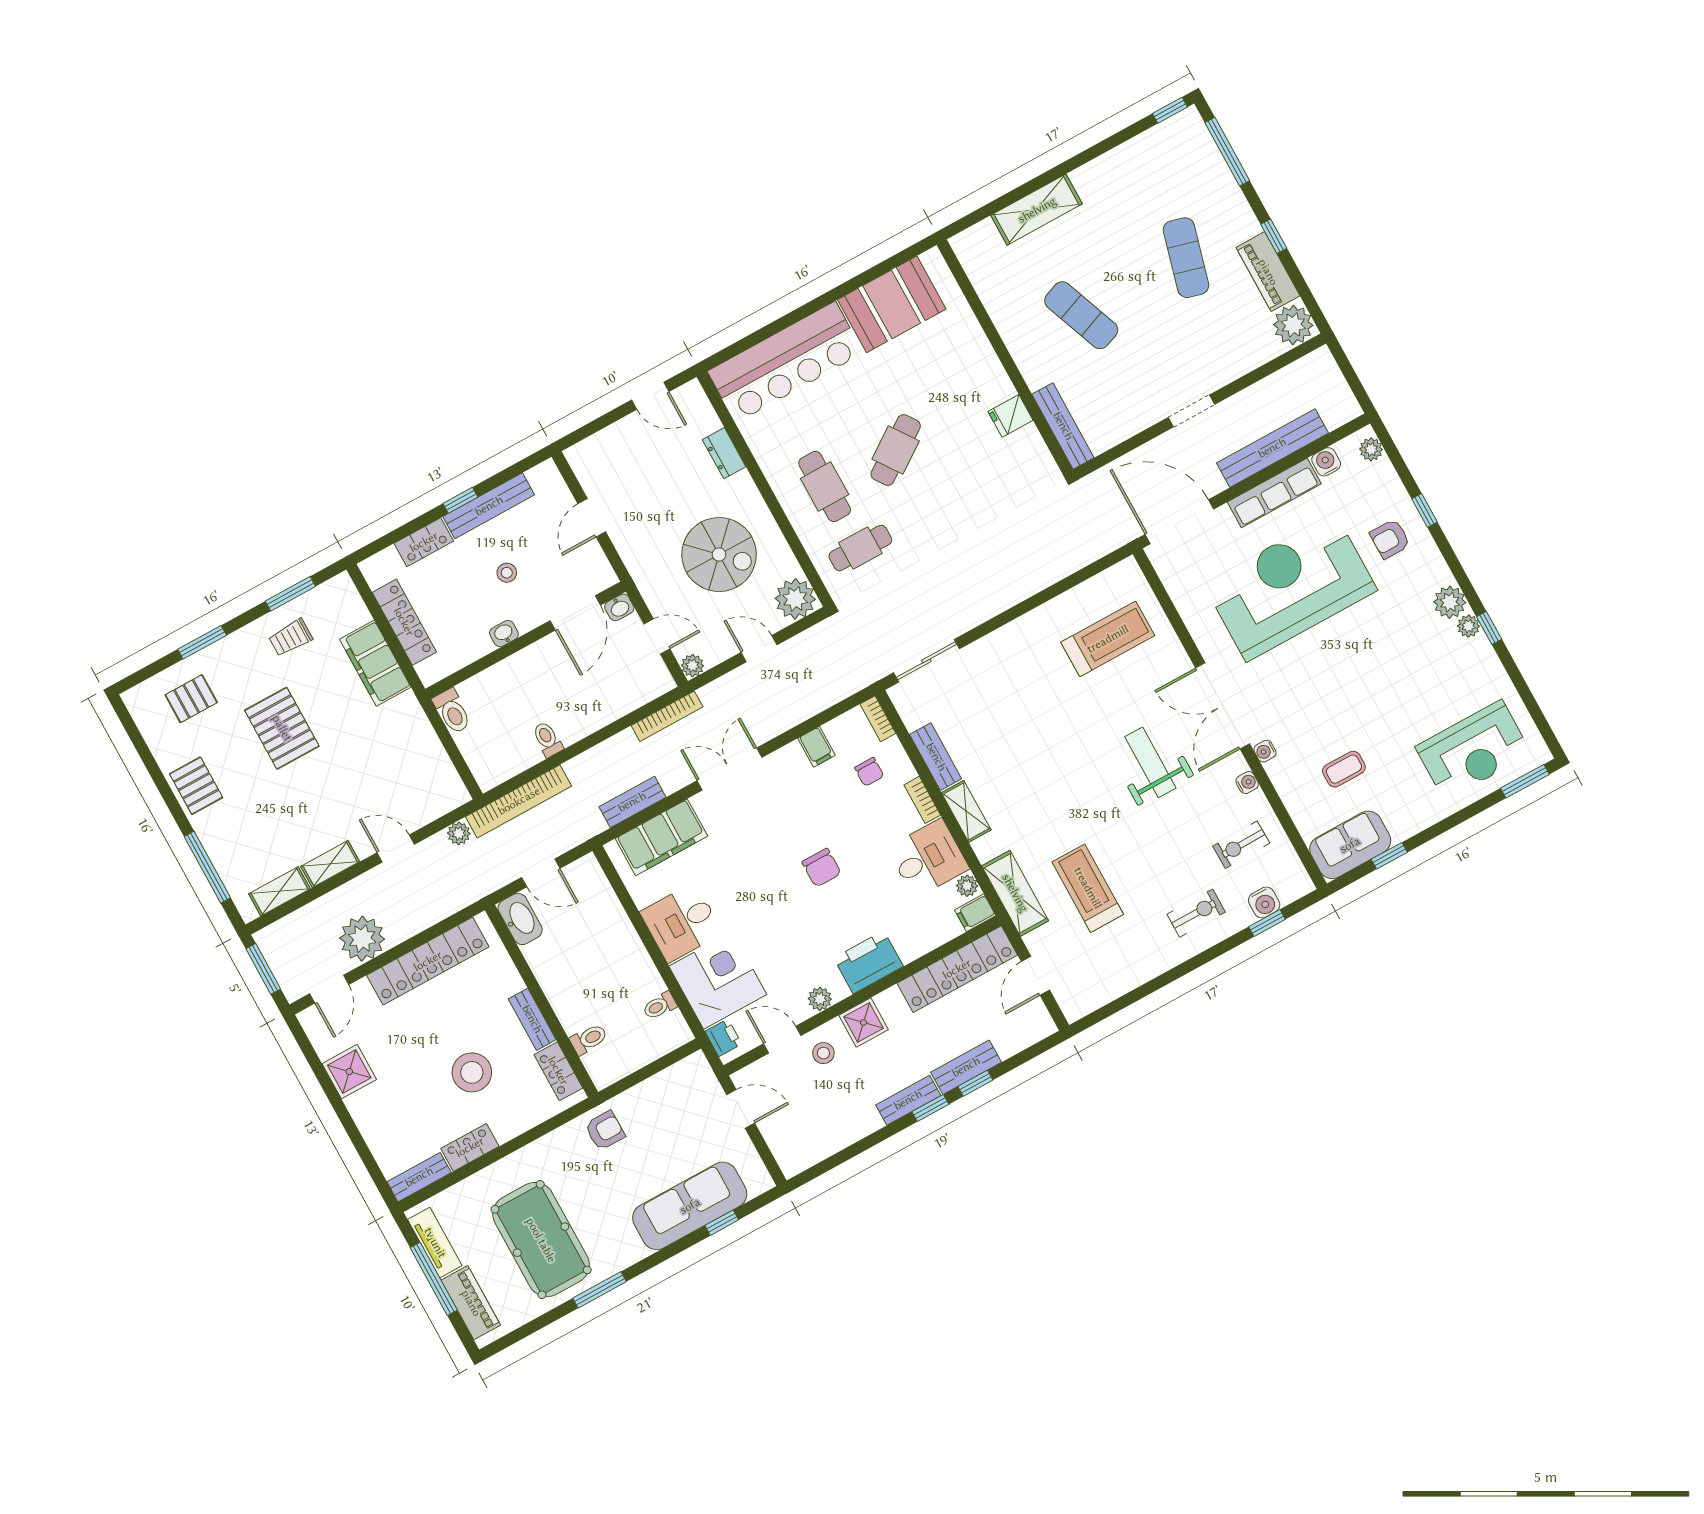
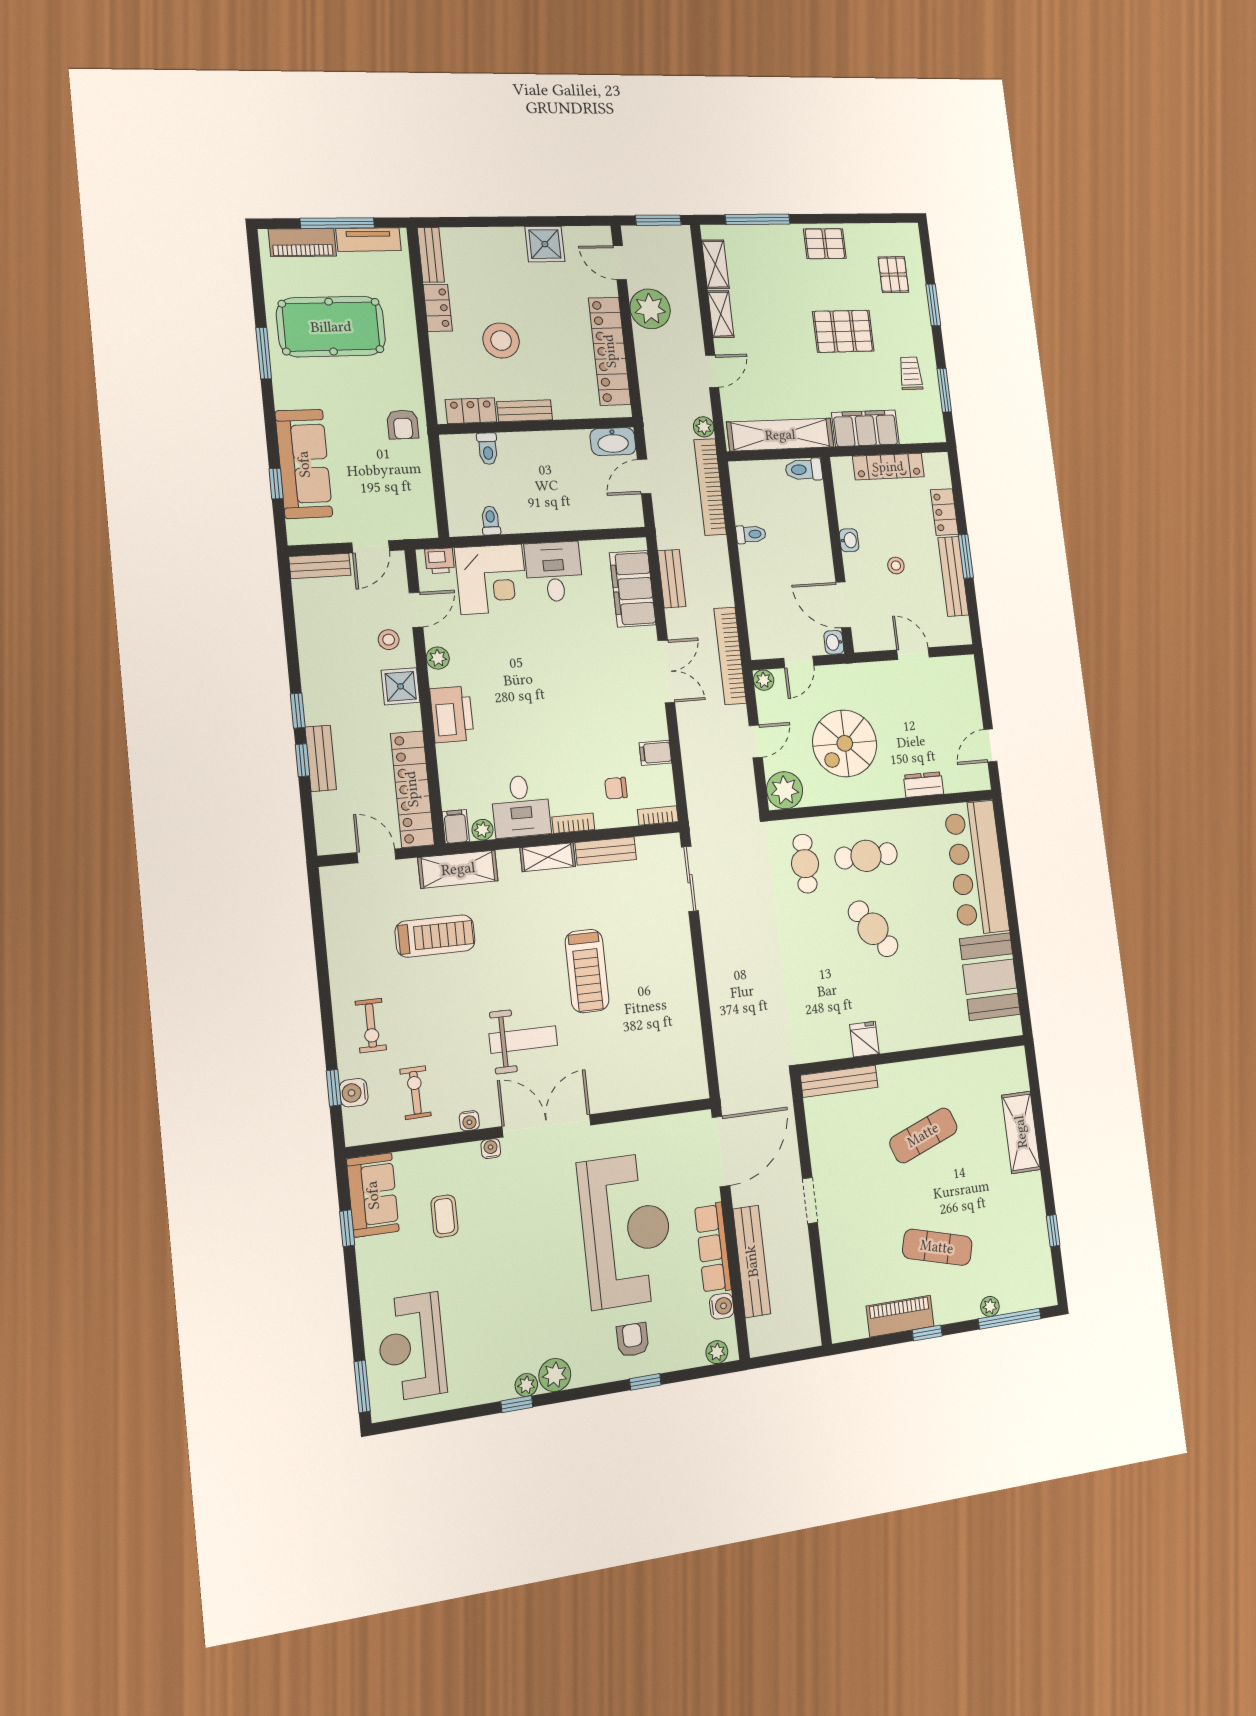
window: (1170, 110) -> (1053, 1231), moved
plant: (1293, 325) -> (990, 1306), moved, width x0.53, depth x0.53
window: (460, 500) -> (966, 556), width x1.50
treadmill: (1108, 639) -> (587, 971), moved
bookcase: (667, 716) -> (730, 656), width x1.48, depth x1.31
shelving: (427, 751) -> (780, 435), added
chair: (822, 868) -> (551, 711), removed
bench: (908, 1100) -> (320, 566), moved, turned 90

